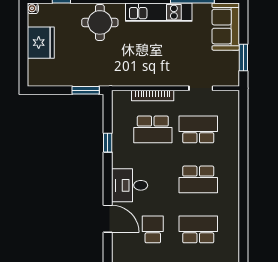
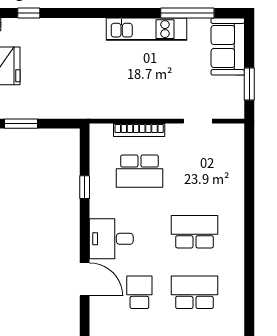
round table: (100, 22) -> (75, 42), removed
window: (86, 90) -> (21, 124), moved
school desk: (198, 129) -> (194, 171), removed
school desk: (198, 179) -> (194, 232), turned 180

